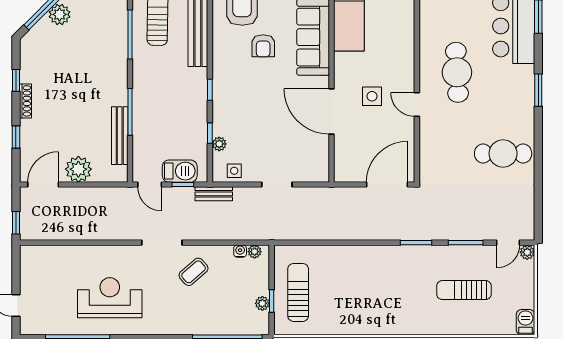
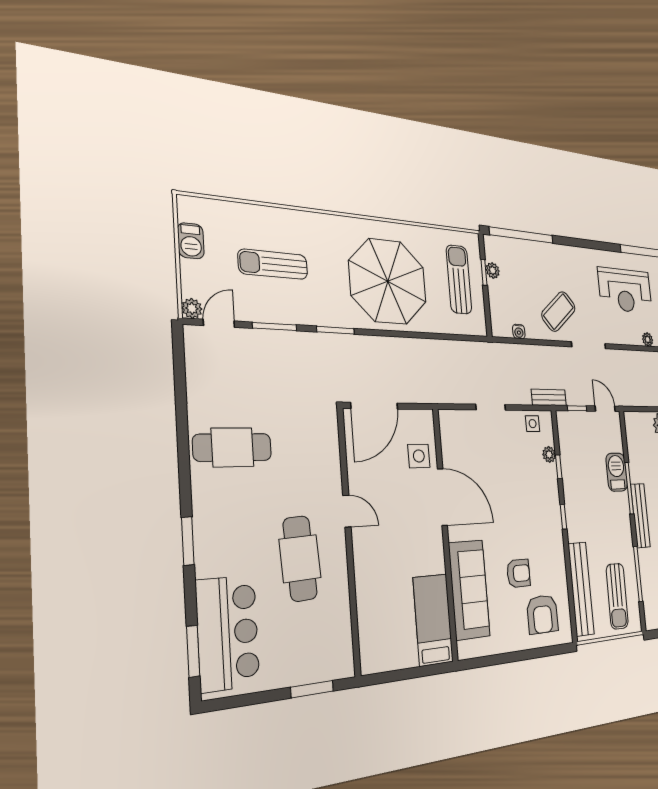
armchair: (263, 46) -> (518, 573), turned 90
side table: (372, 96) -> (419, 456), moved
bench: (120, 136) -> (640, 516), moved
barbecue: (180, 171) -> (617, 472), moved, turned 90
plant: (255, 252) -> (648, 339), moved
coffee table: (194, 272) -> (558, 312), width x1.36, depth x1.30
parasol: (367, 285) -> (388, 281), added
sun lounger: (464, 290) -> (273, 264), turned 180
sun lounger: (298, 292) -> (459, 279), turned 180
barbecue: (525, 322) -> (191, 241), moved

